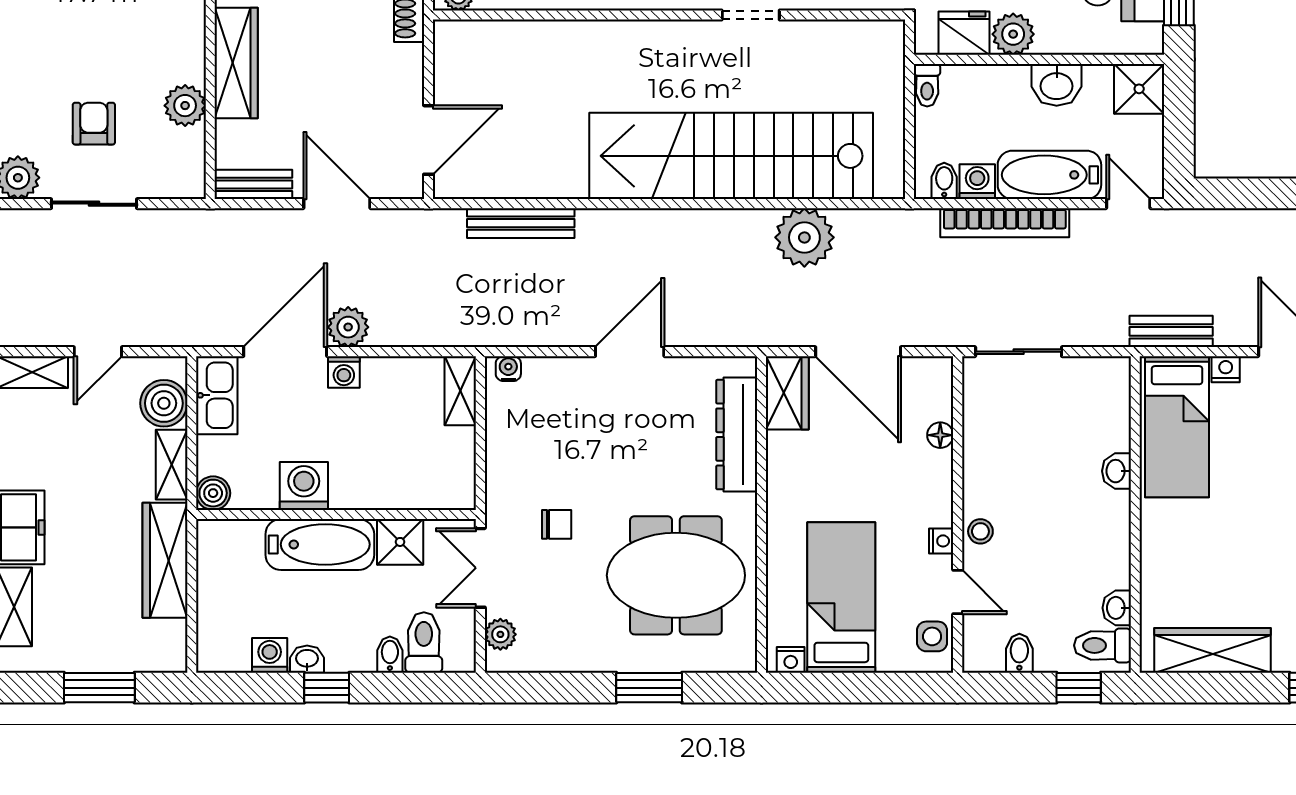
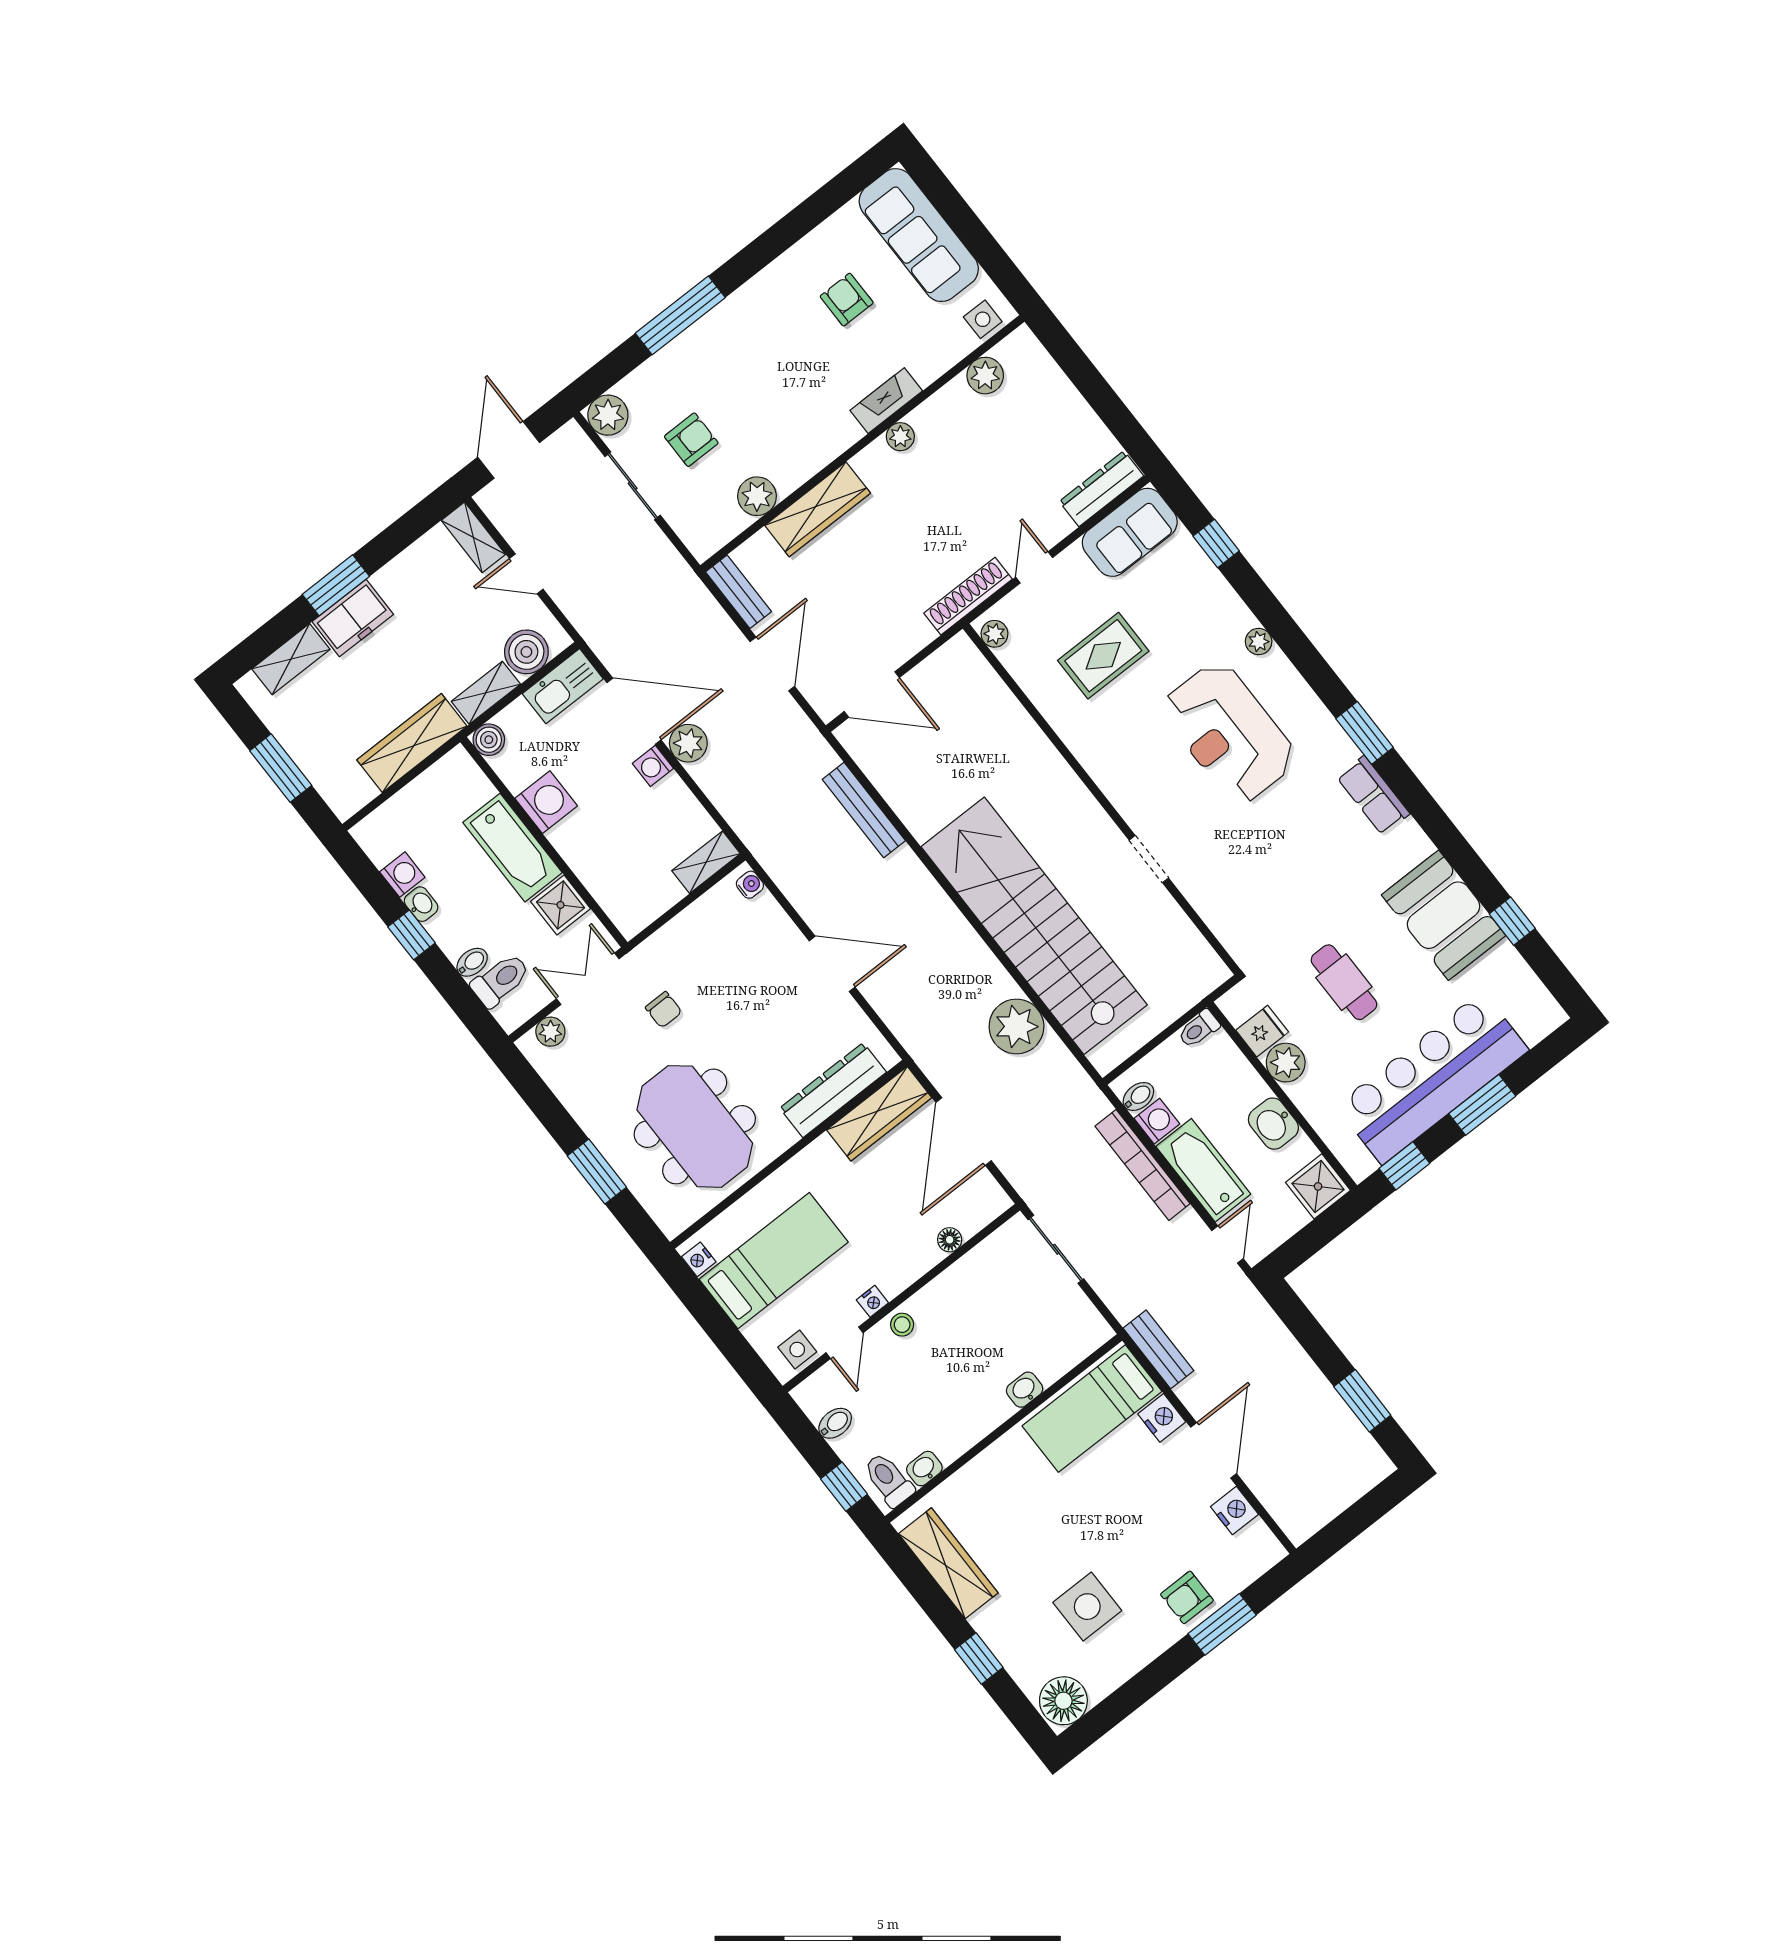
fridge: (964, 33) -> (1262, 1031), width x0.72
nightstand: (1226, 369) -> (1162, 1418), width x1.39, depth x1.35
wardrobe: (787, 393) -> (879, 1114), width x1.50

